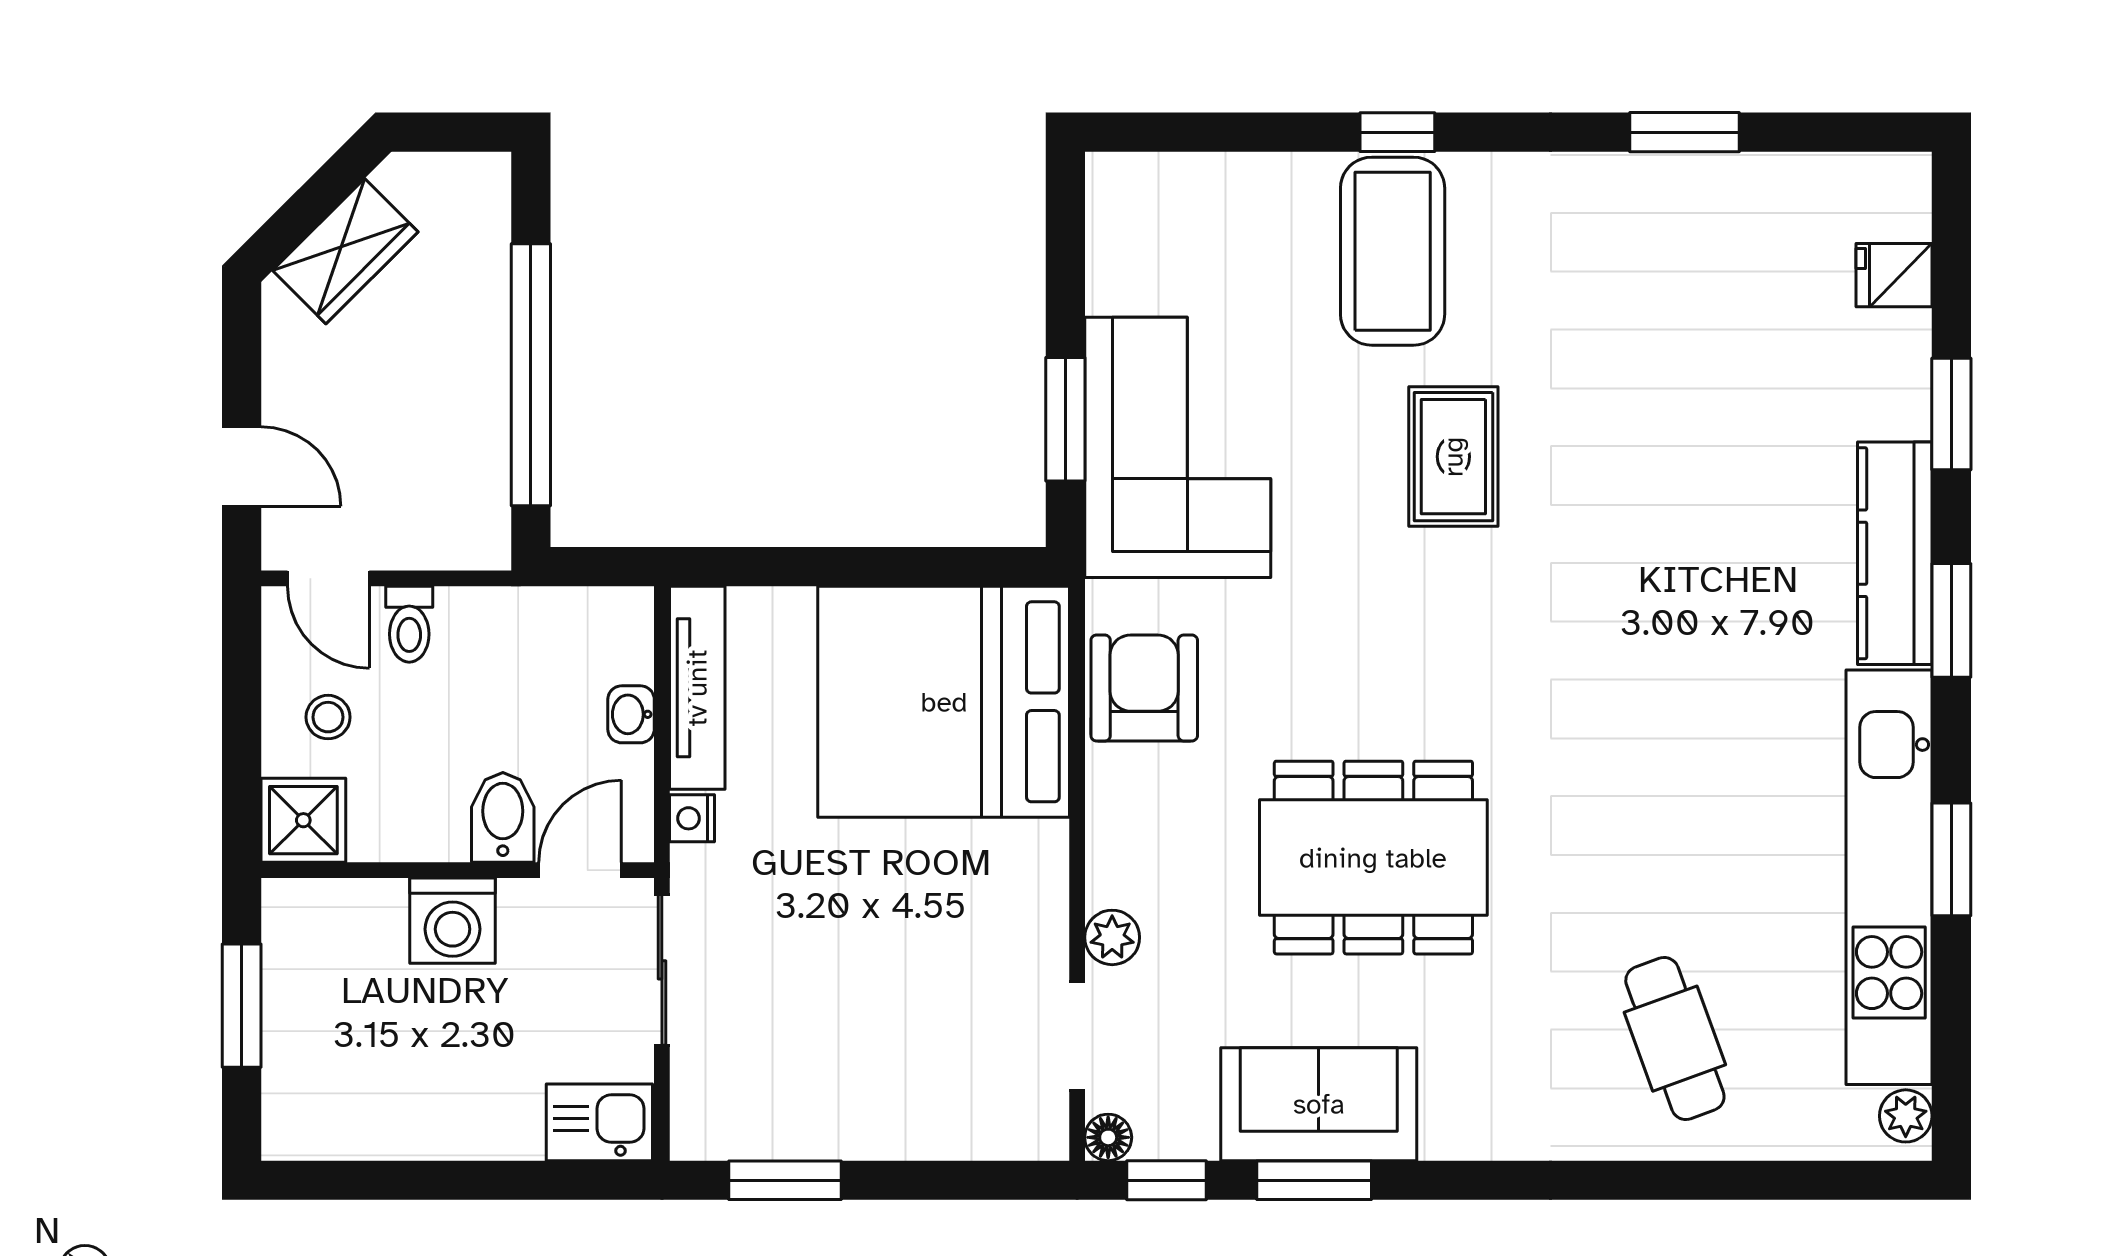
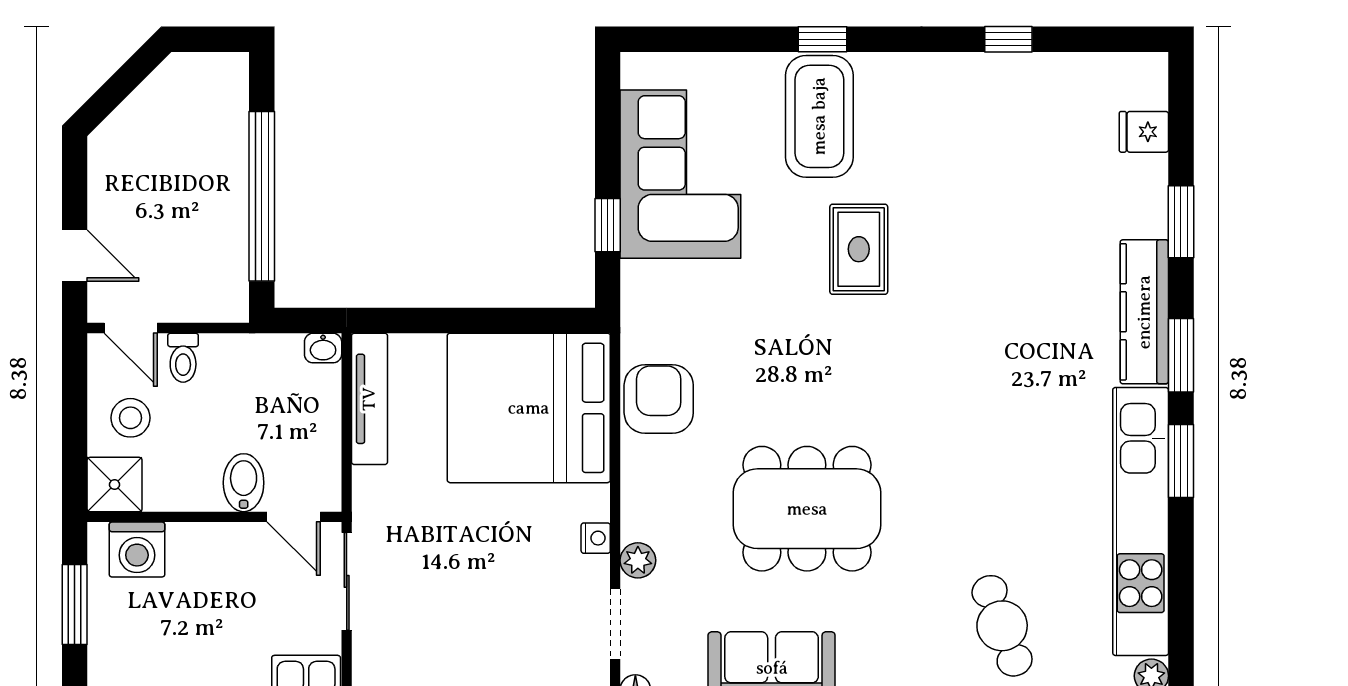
window: (1685, 132) -> (1008, 39), width x0.67
wardrobe: (345, 251) -> (142, 116), removed
window: (1065, 419) -> (608, 225), width x0.67
corner sofa: (1178, 447) -> (680, 174), moved
washbasin: (631, 714) -> (323, 348), moved, turned -90
stool: (328, 717) -> (130, 418), width x1.37, depth x1.37
nightstand: (692, 818) -> (596, 538), moved, turned 180
window: (1951, 859) -> (1181, 461), moved
door: (580, 870) -> (294, 517), swing flipped
washing machine: (453, 921) -> (137, 550), moved

